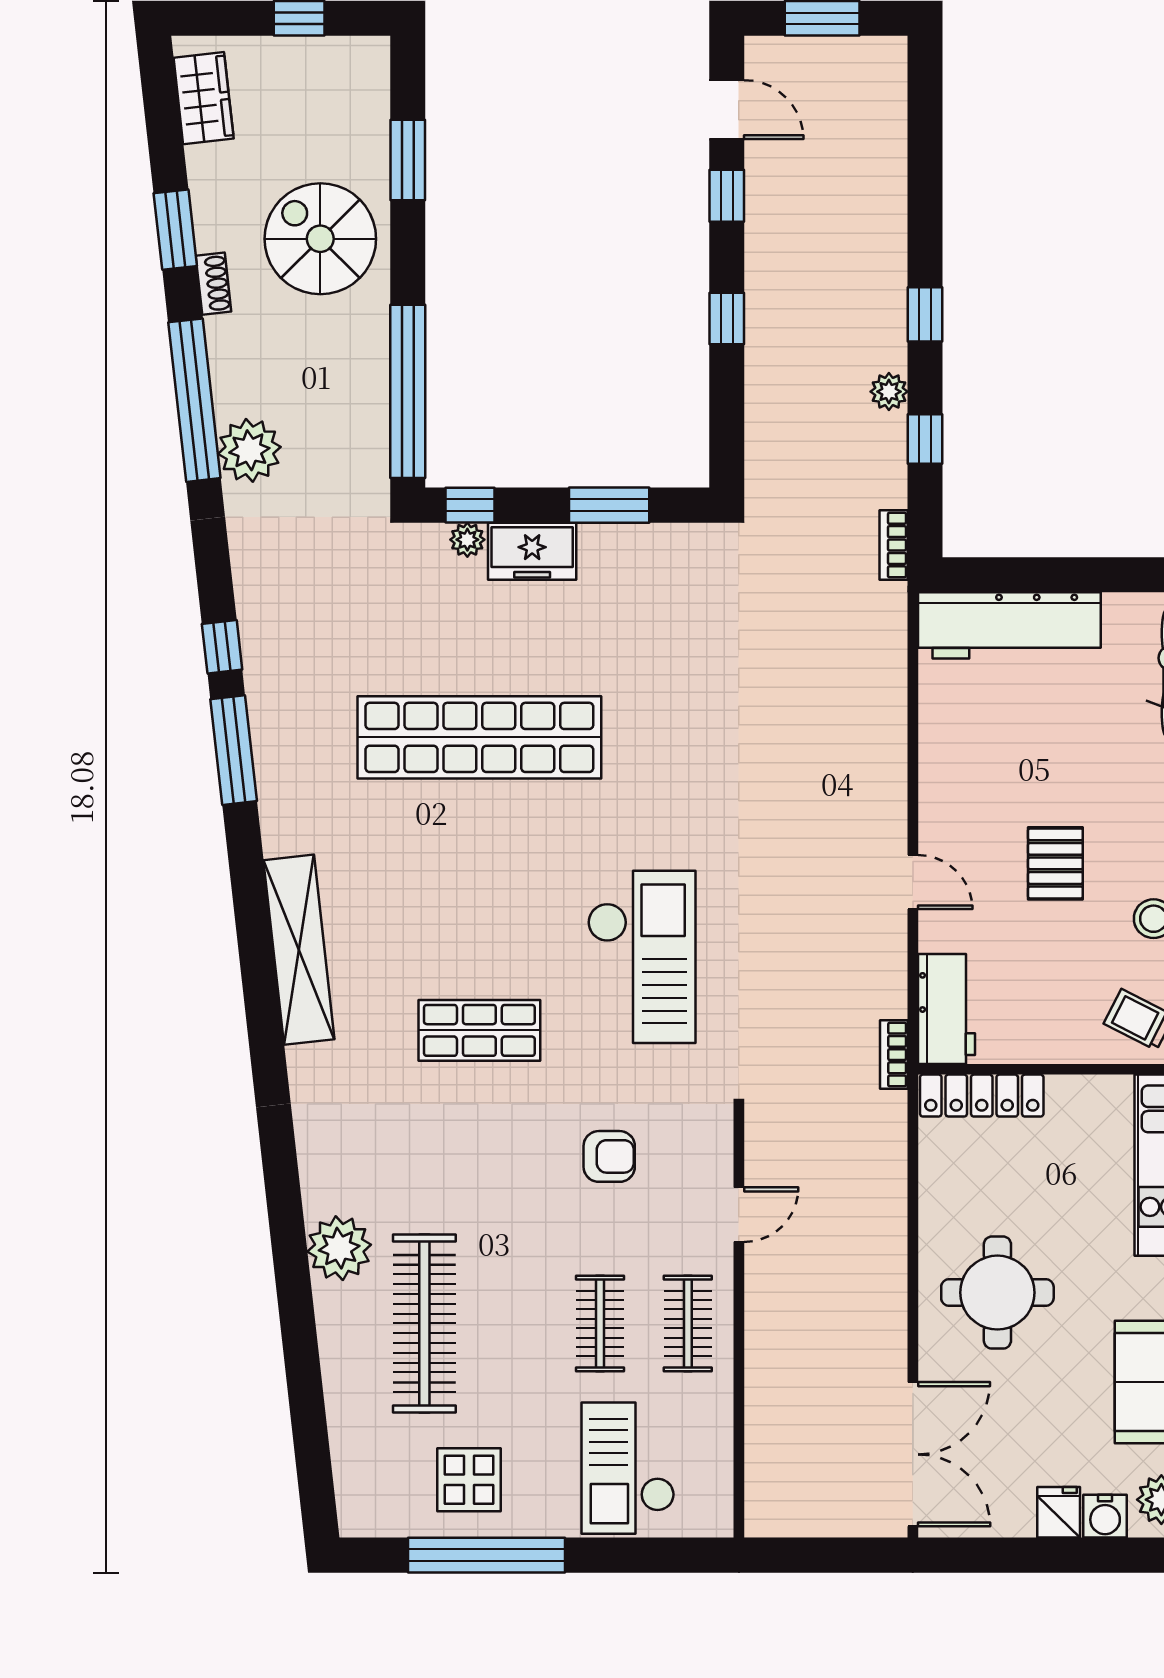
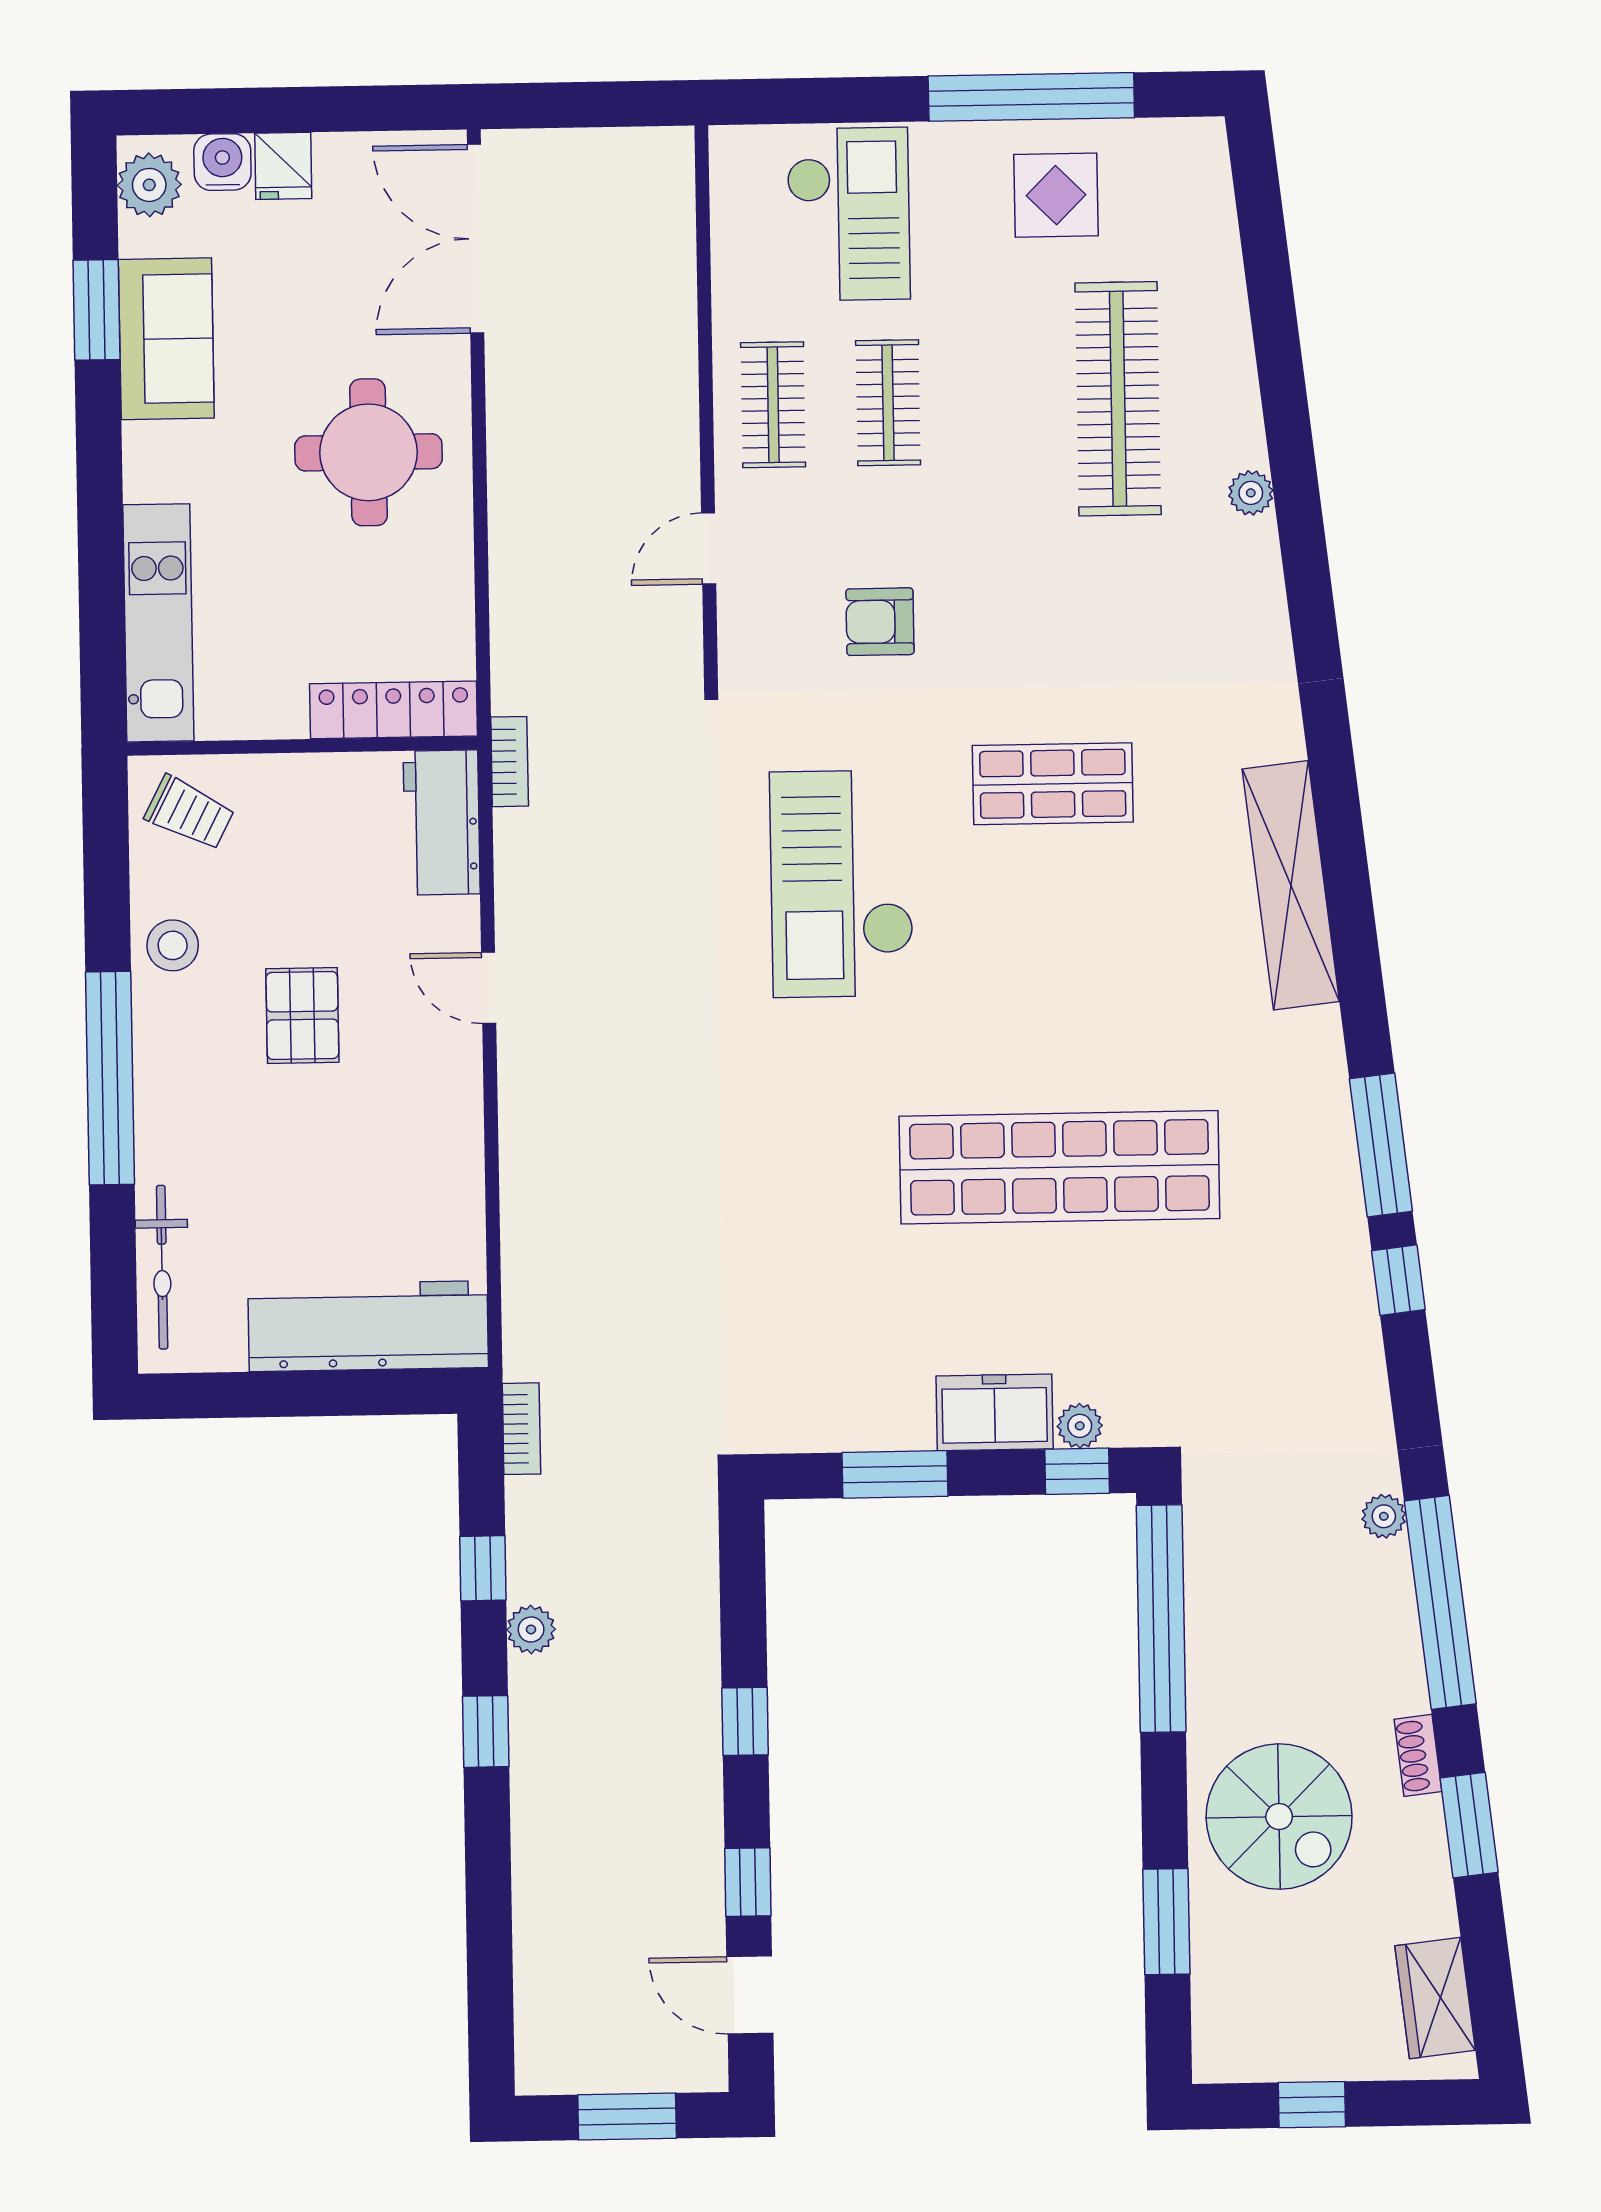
plant: (249, 450) -> (1384, 1516), width x0.53, depth x0.53
plant: (339, 1248) -> (1251, 493), width x0.53, depth x0.53

